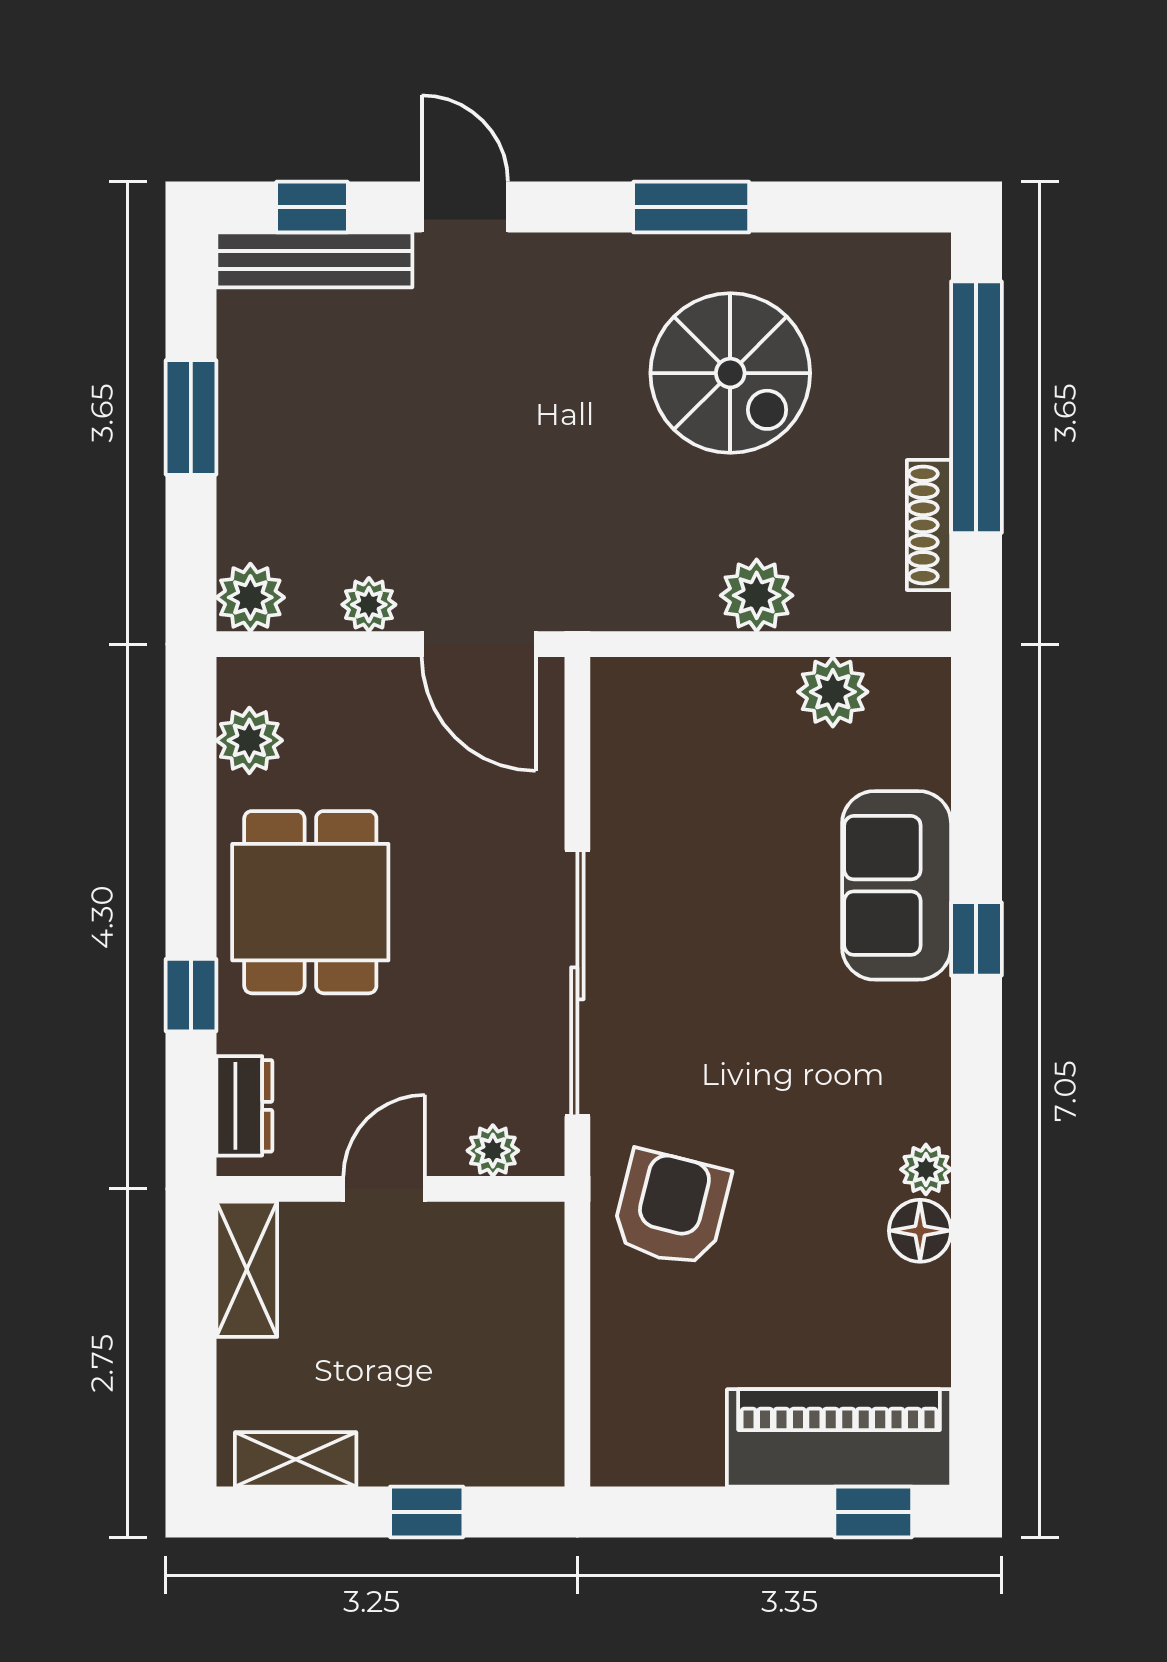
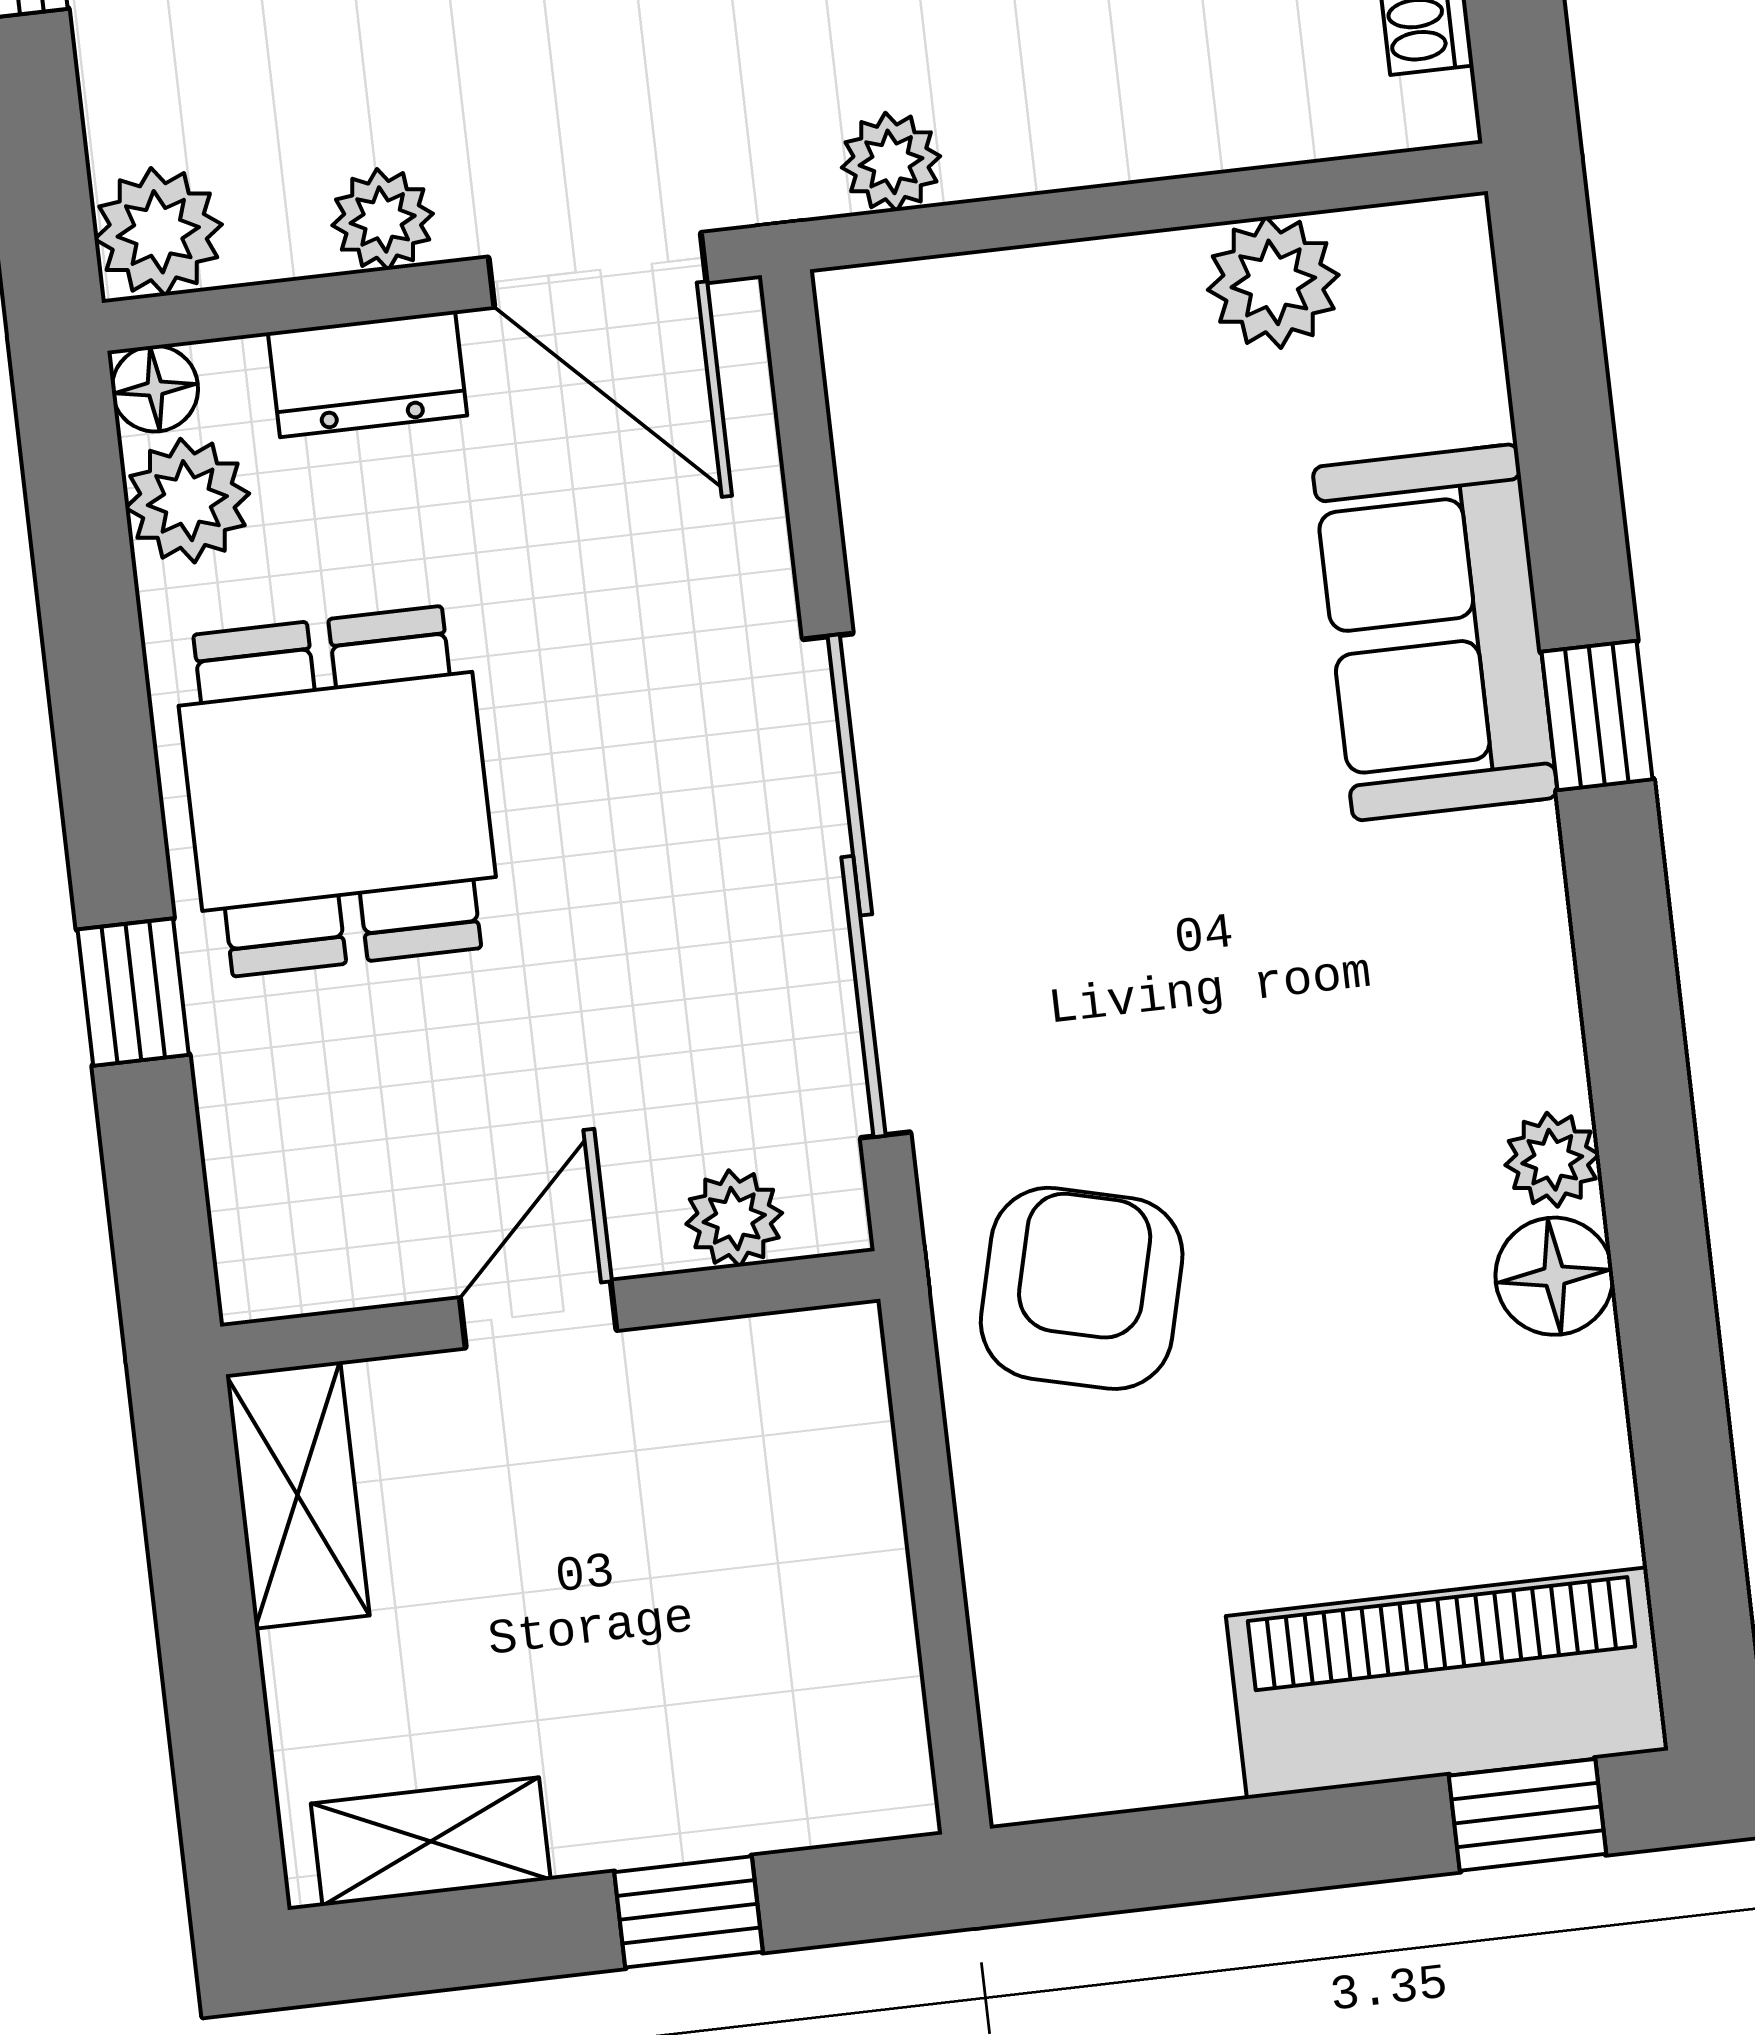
plant: (757, 595) -> (891, 162), moved, width x0.73, depth x0.73
floor lamp: (239, 680) -> (155, 389), added
dresser: (244, 1106) -> (368, 374), moved, turned 90

